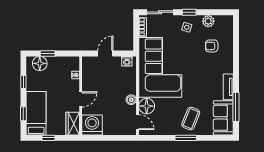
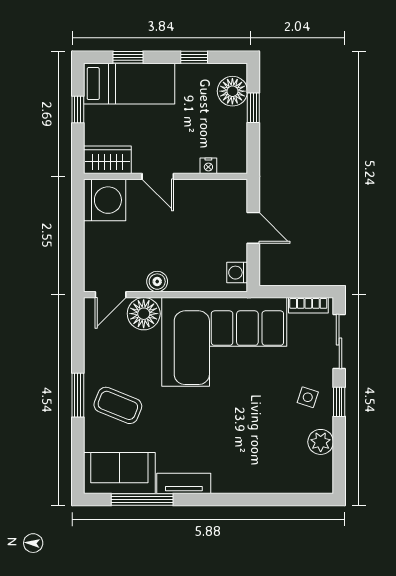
armchair: (212, 46) -> (269, 449), removed

